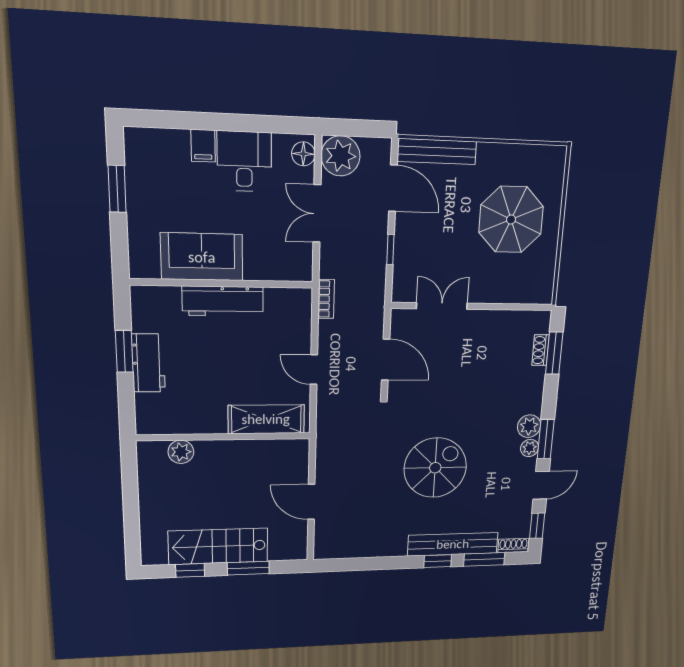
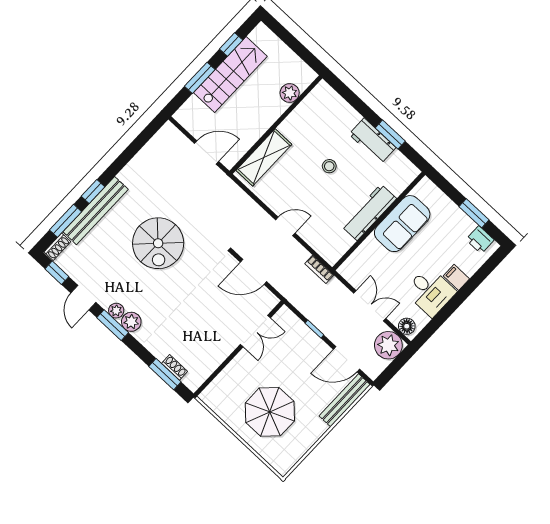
printer: (139, 156) -> (480, 240), added
stool: (215, 382) -> (329, 166), added
shelving: (266, 419) -> (264, 157), moved
wall: (224, 437) -> (276, 125), moved
plant: (181, 452) -> (290, 93), moved

